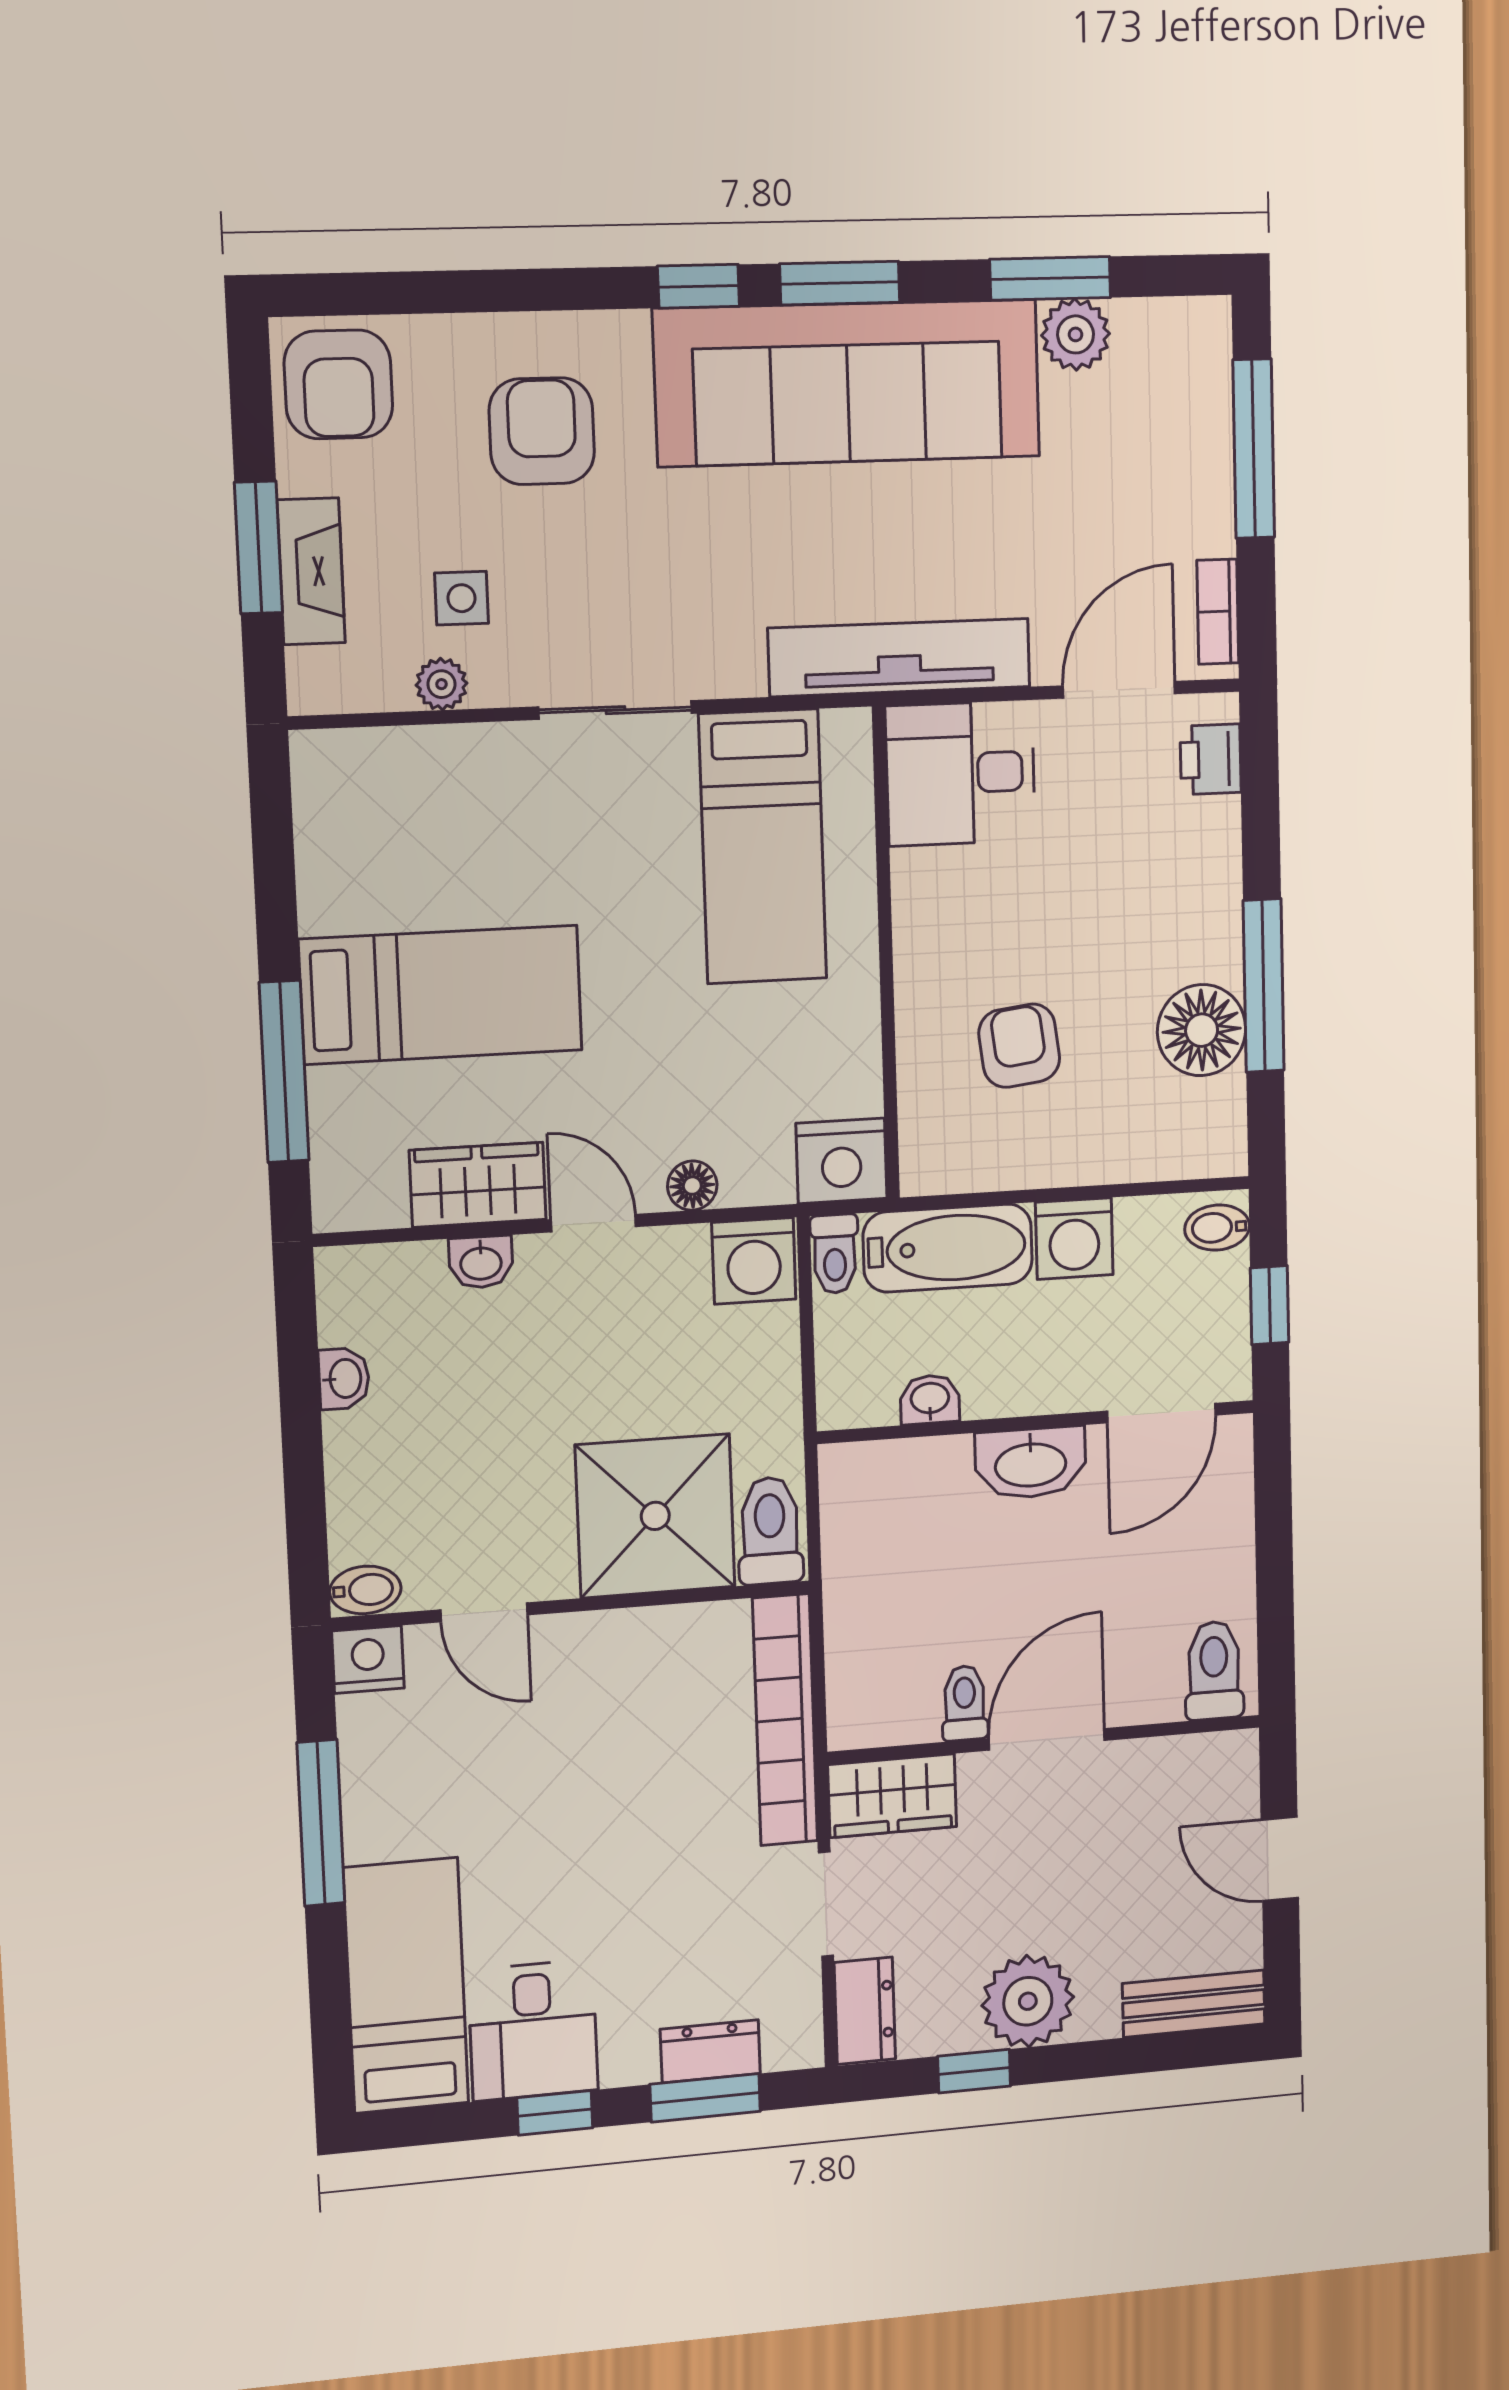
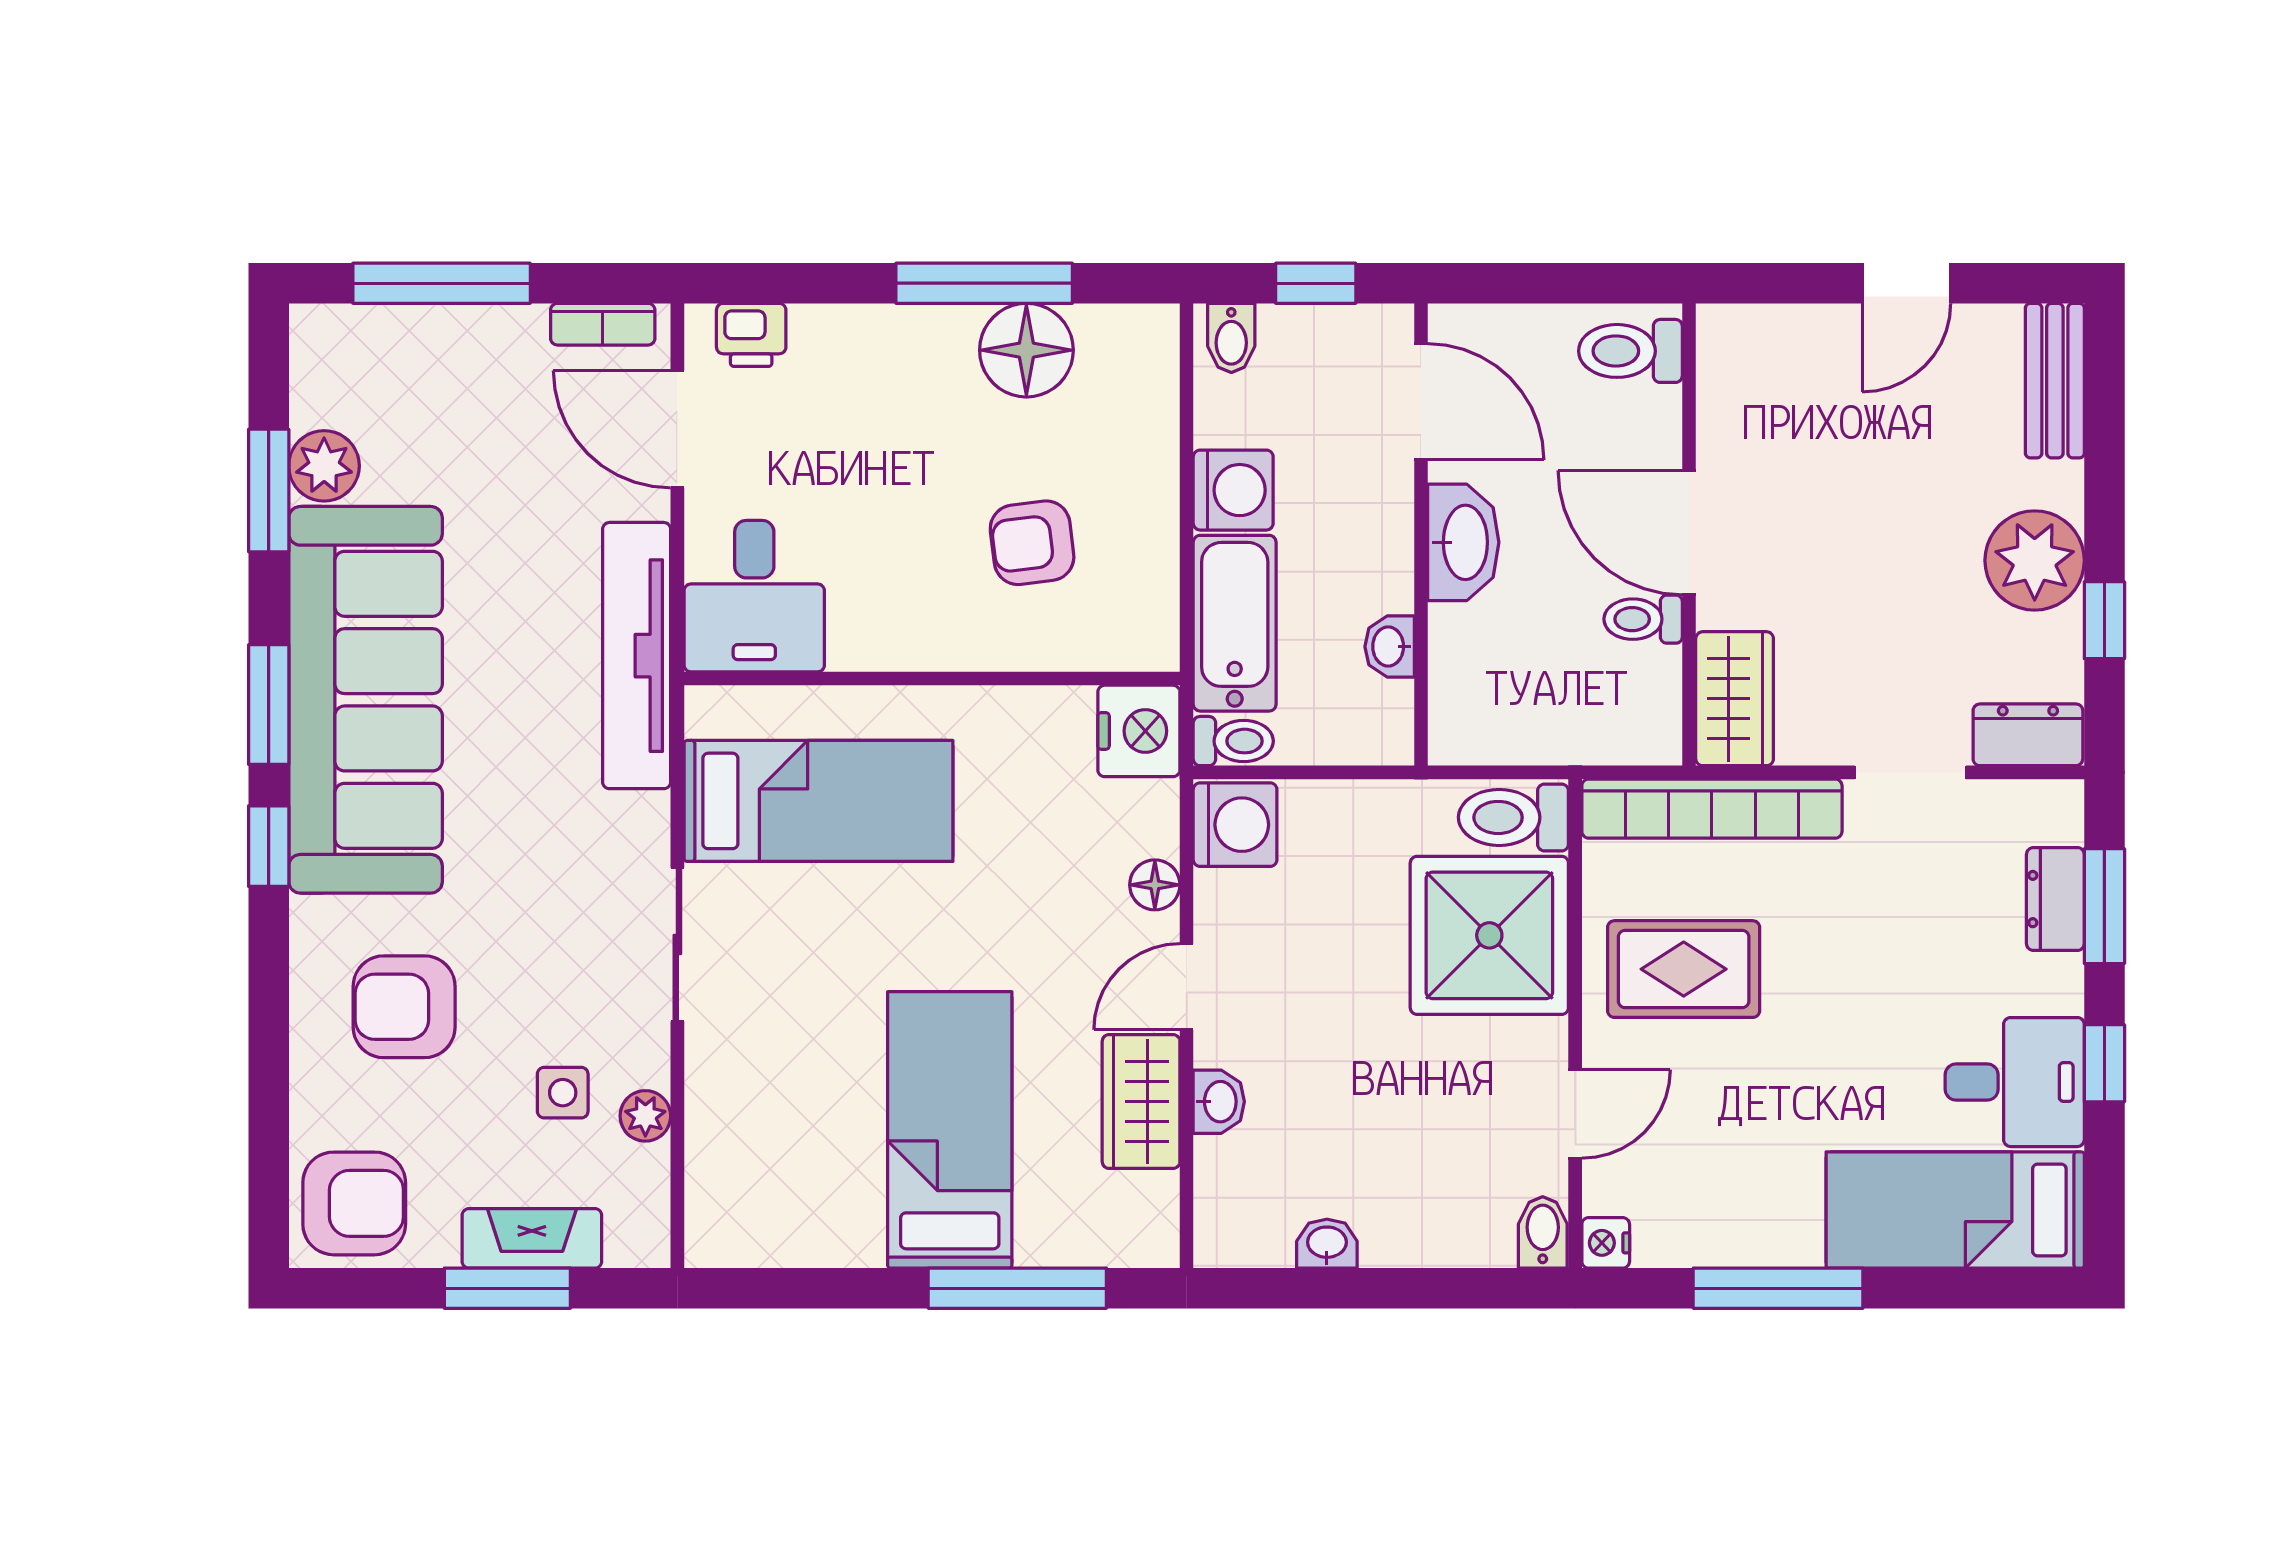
nightstand: (368, 1659) -> (1606, 1243), width x0.72, depth x0.74
toilet: (1214, 1670) -> (1630, 351), moved
toilet: (965, 1703) -> (1643, 619), moved
rug: (630, 1706) -> (1684, 969), added
door: (1047, 1739) -> (1689, 533), moved
wall: (1045, 1740) -> (1689, 534), moved
wardrobe: (892, 1796) -> (1735, 699), moved

